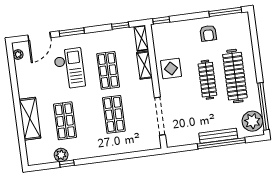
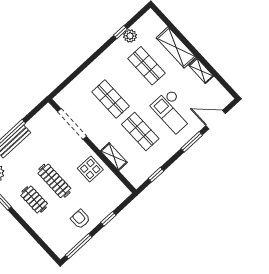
window: (161, 20) -> (108, 219), moved
door: (39, 36) -> (216, 120), hinge flipped
shelving: (141, 38) -> (201, 71), moved
plant: (18, 55) -> (223, 93), removed
clothes rail: (235, 76) -> (34, 200), width x0.54, depth x0.76

